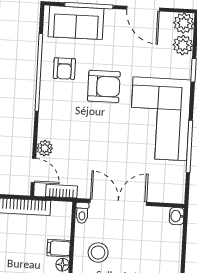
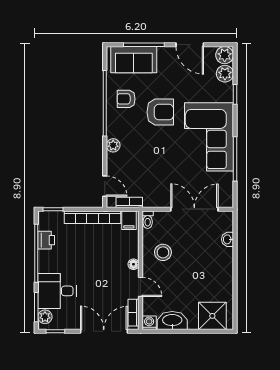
armchair: (64, 69) -> (126, 99), turned 90
plant: (45, 148) -> (113, 145), moved
double door: (118, 202) -> (194, 209), moved
washbasin: (177, 216) -> (228, 239), moved
filing cabinet: (59, 248) -> (129, 220), moved, turned -90

